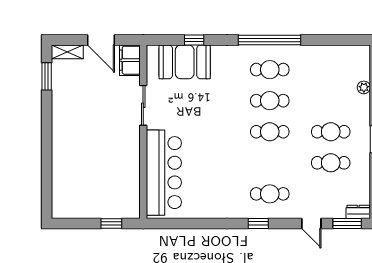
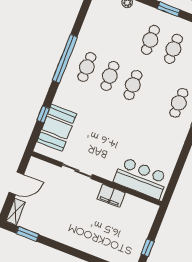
filing cabinet: (130, 60) -> (111, 196), moved
bar counter: (164, 173) -> (141, 178), width x0.73
window: (111, 224) -> (148, 248), moved

